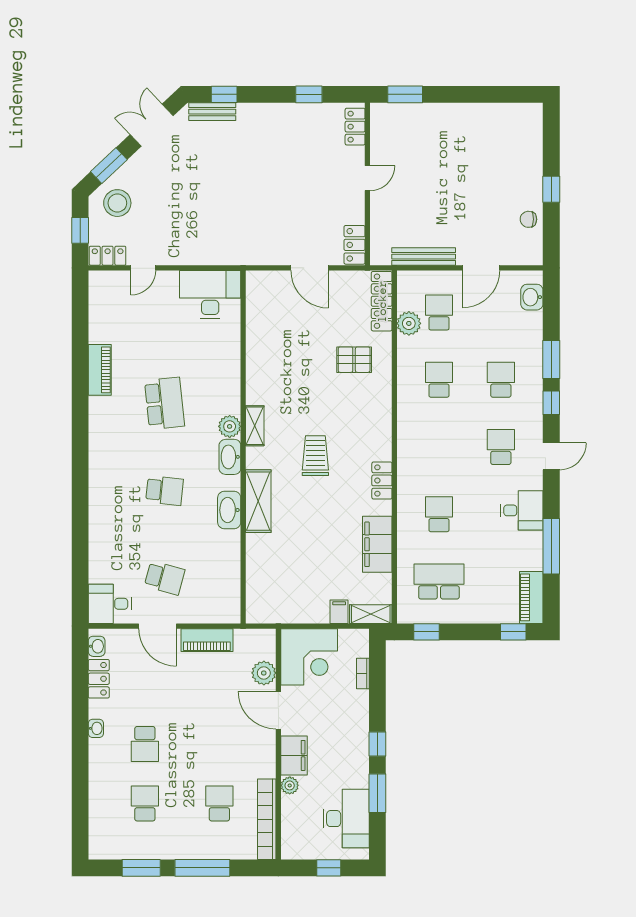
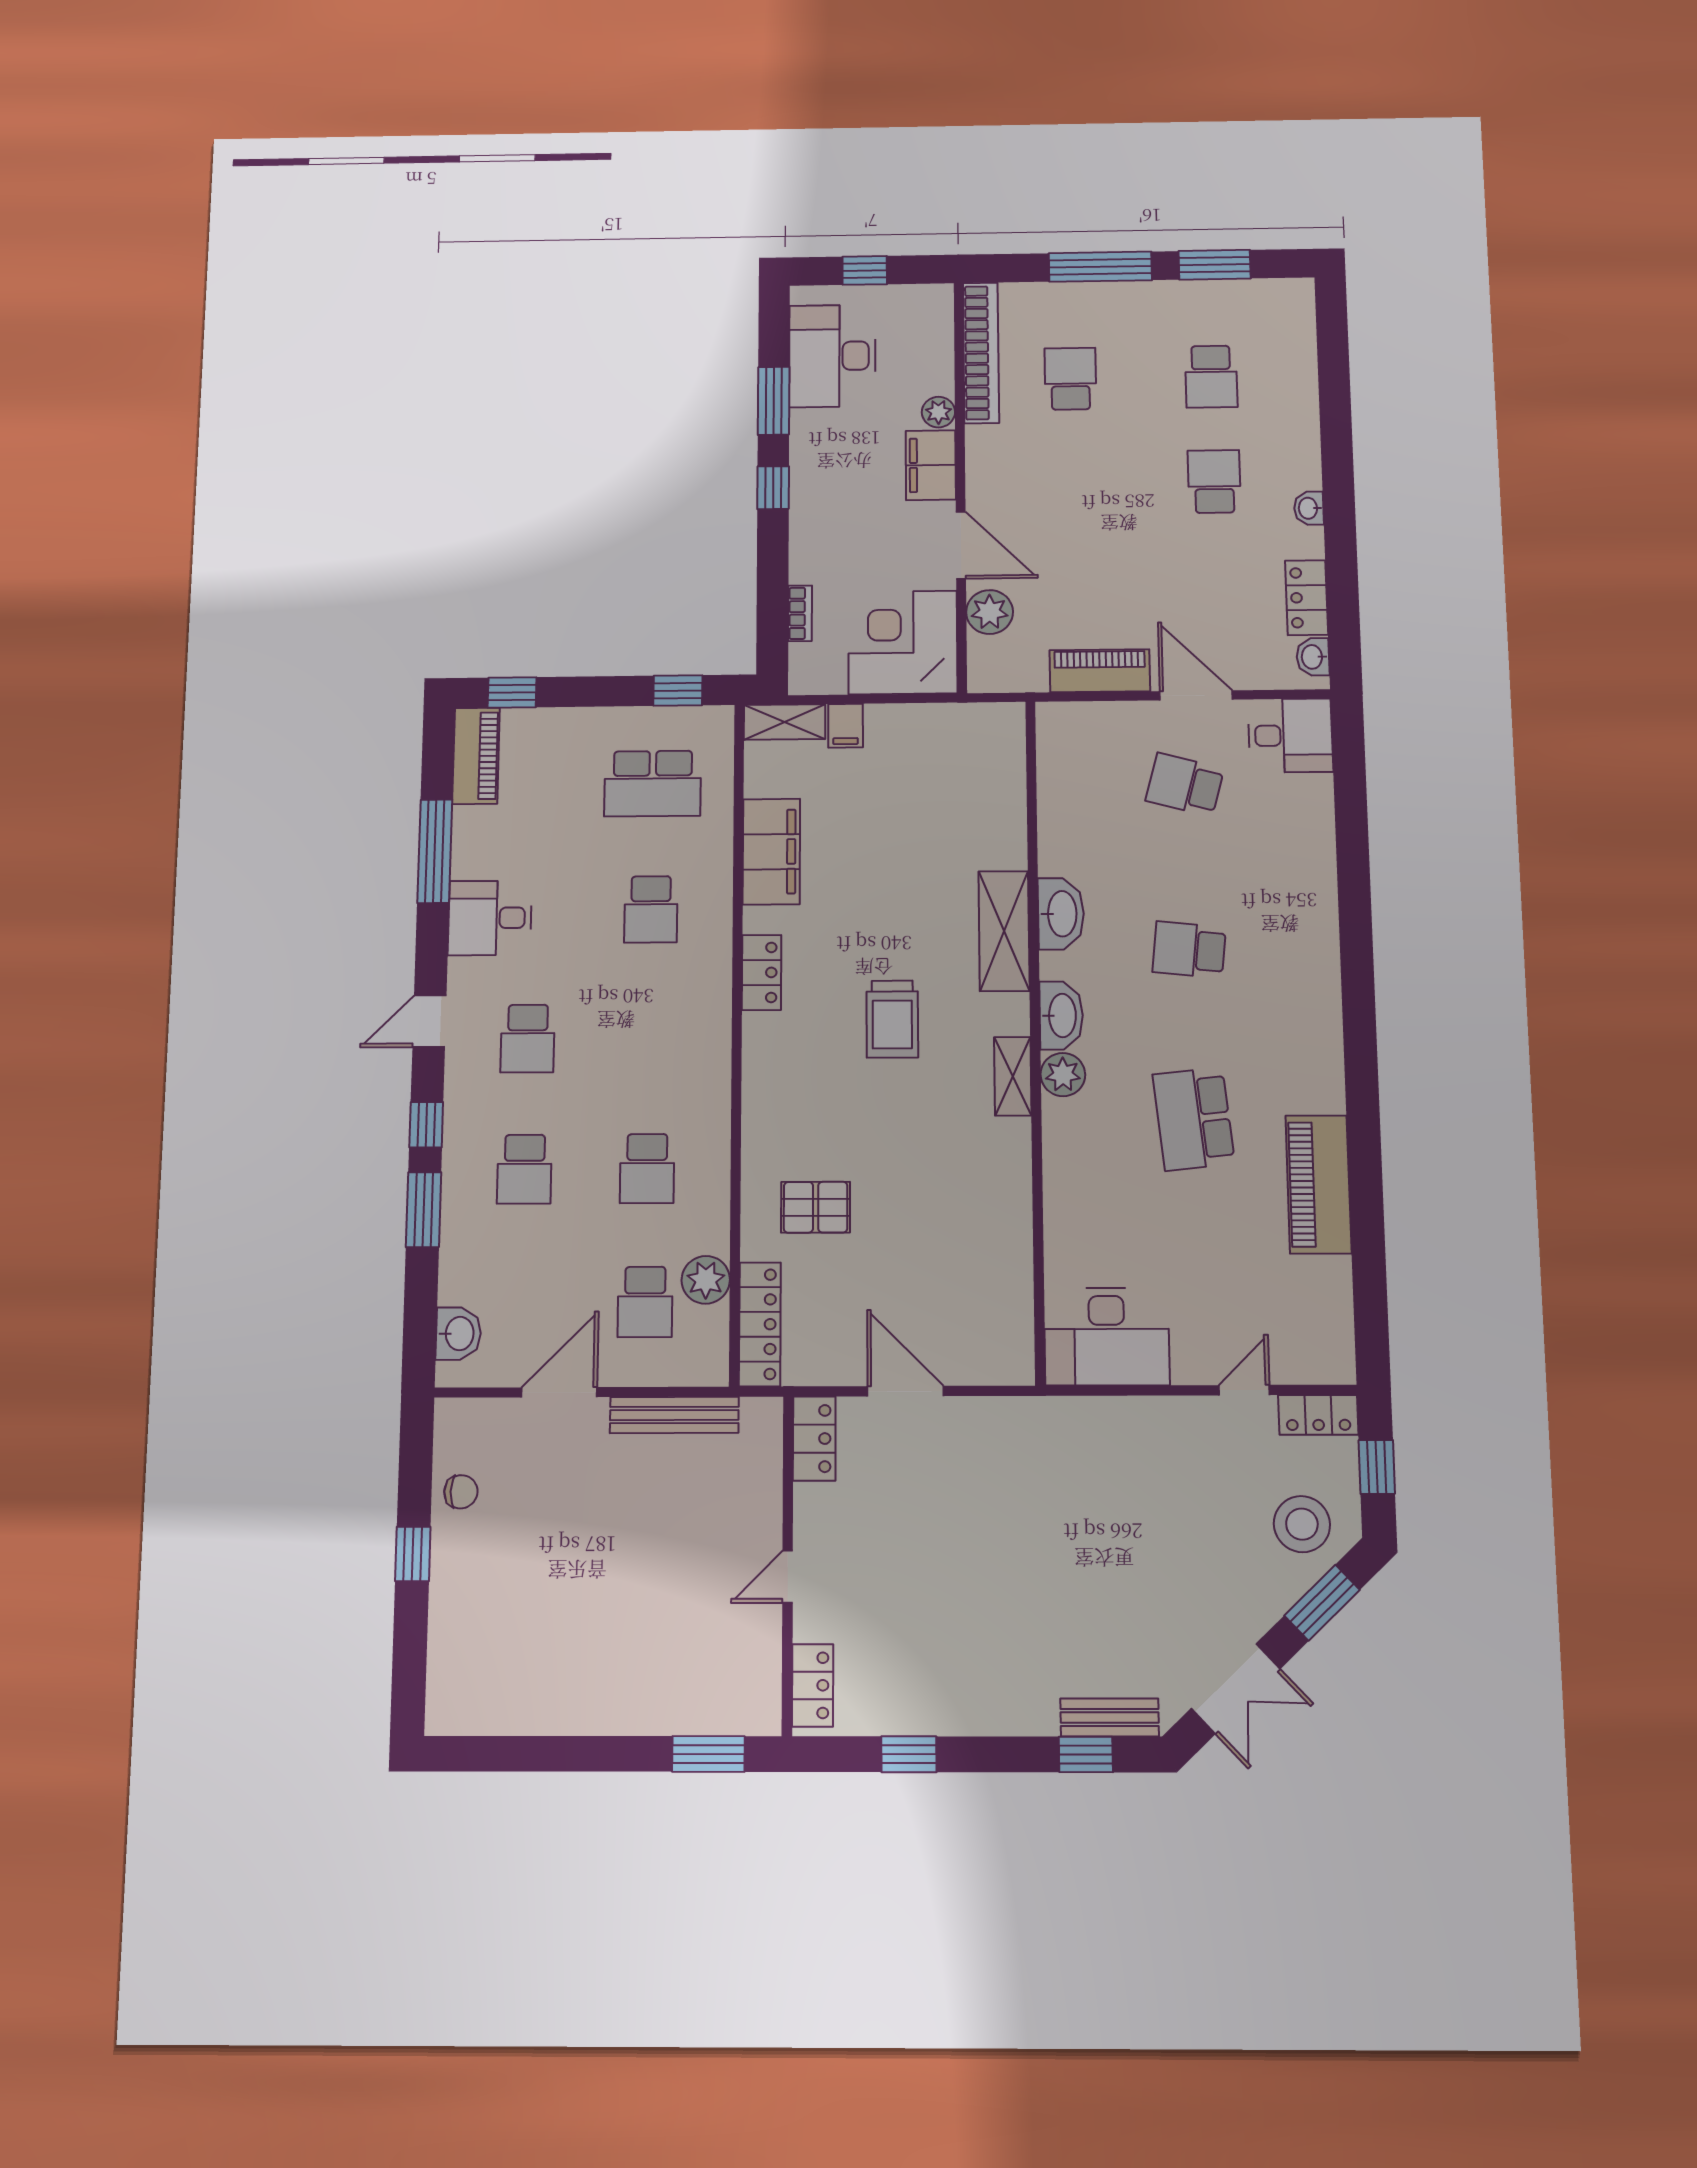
piano: (100, 370) -> (1318, 1184), width x1.37, depth x1.33
school desk: (219, 803) -> (1070, 379), turned 180

